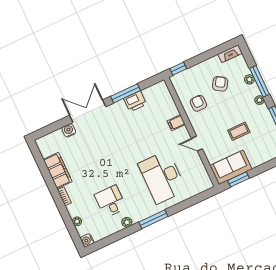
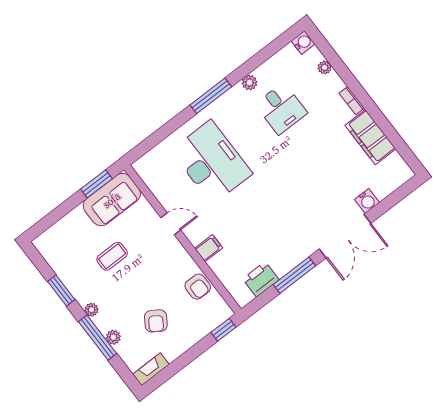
printer: (135, 101) -> (261, 279), moved
armchair: (198, 103) -> (198, 287), moved

